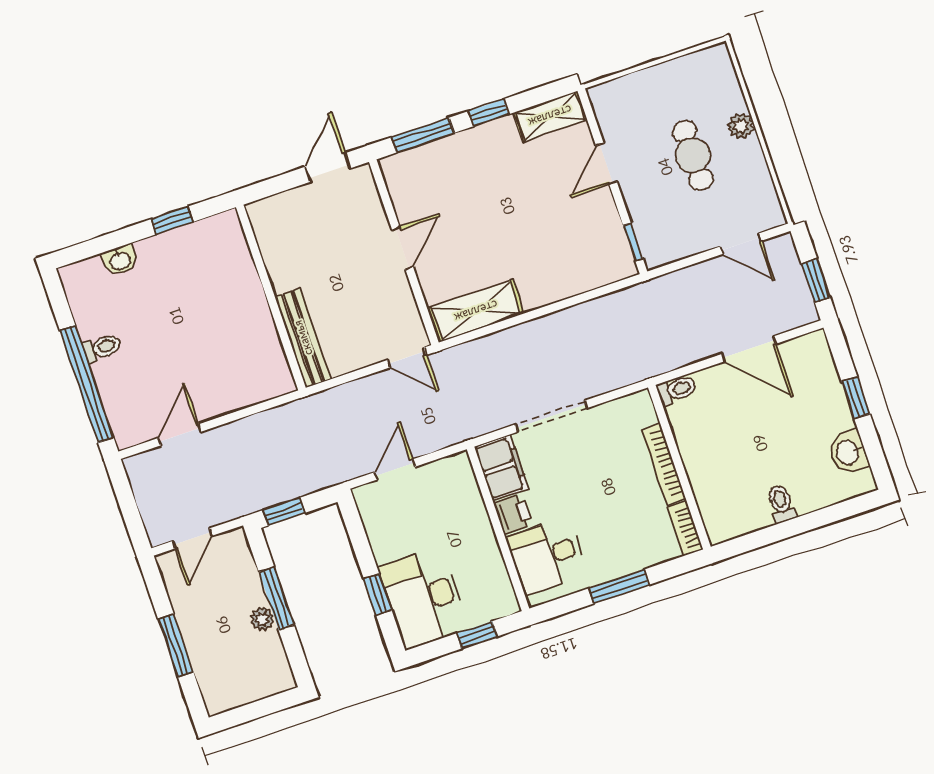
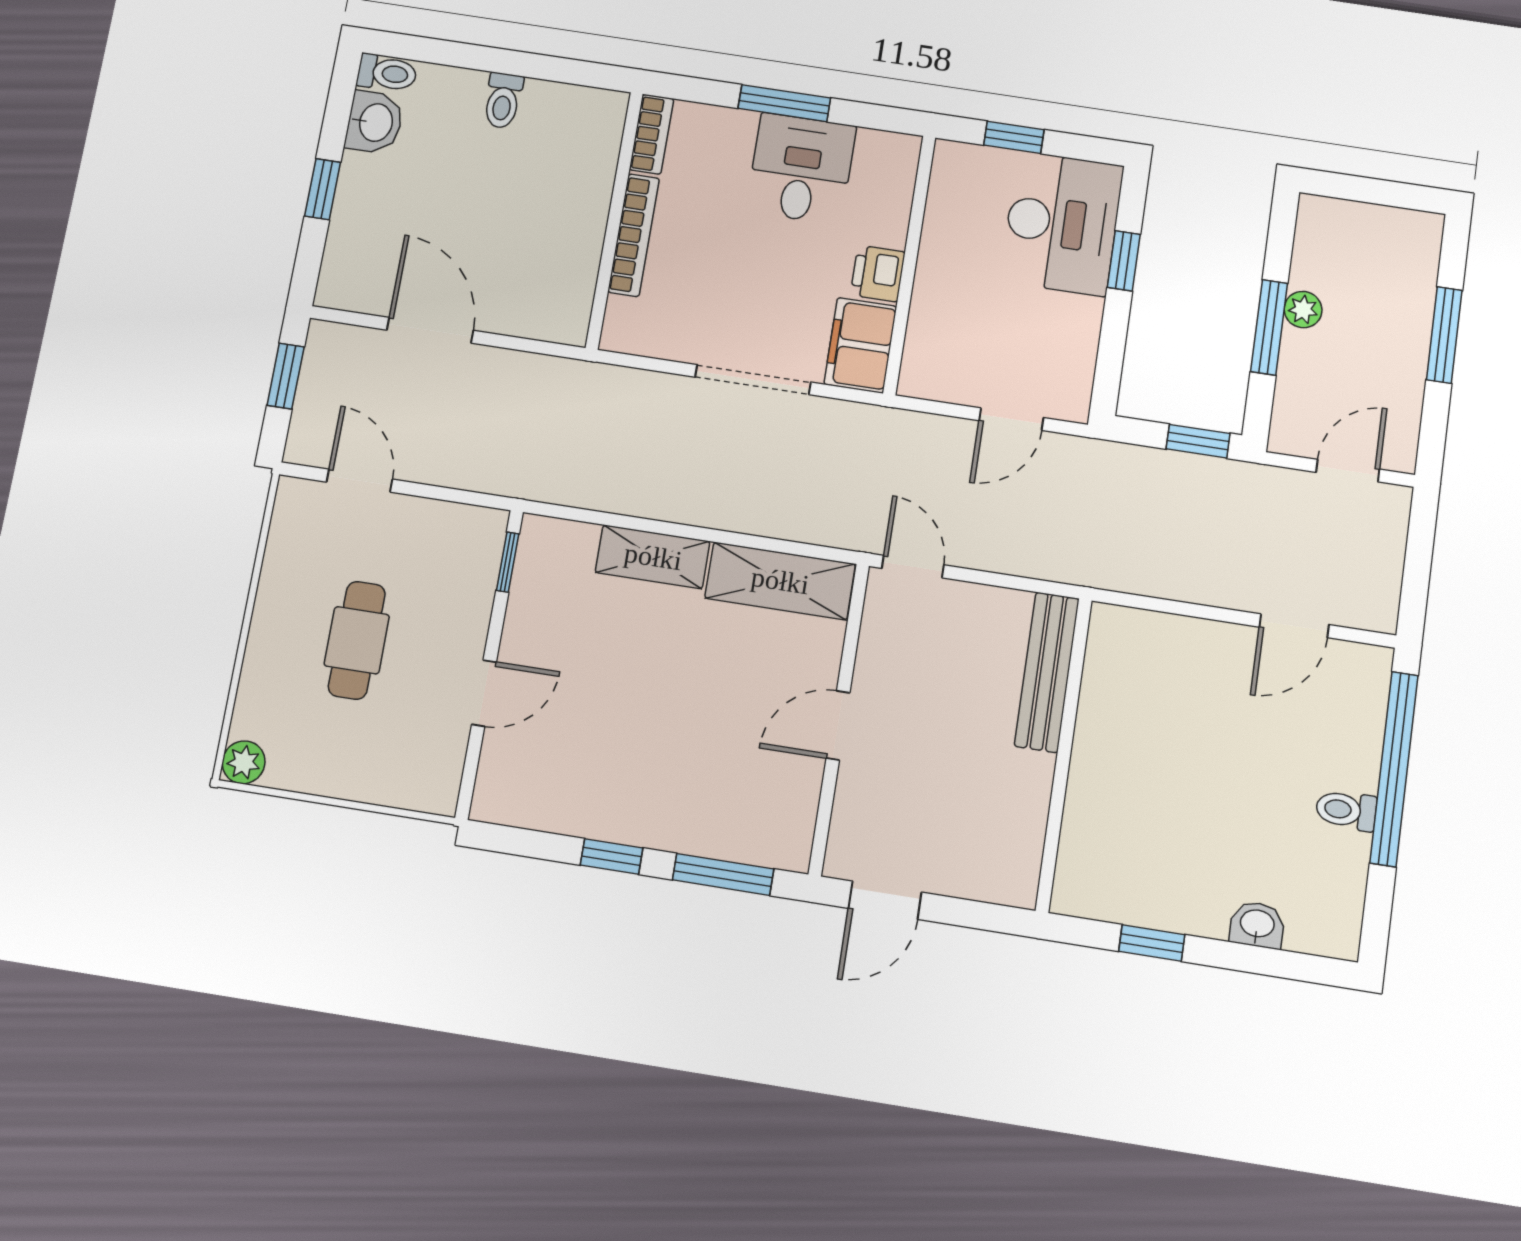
shelving: (550, 116) -> (653, 557), moved
plant: (741, 126) -> (244, 762), moved
toilet: (677, 390) -> (387, 73), moved, turned 180
desk: (547, 556) -> (801, 169), moved, turned -90

